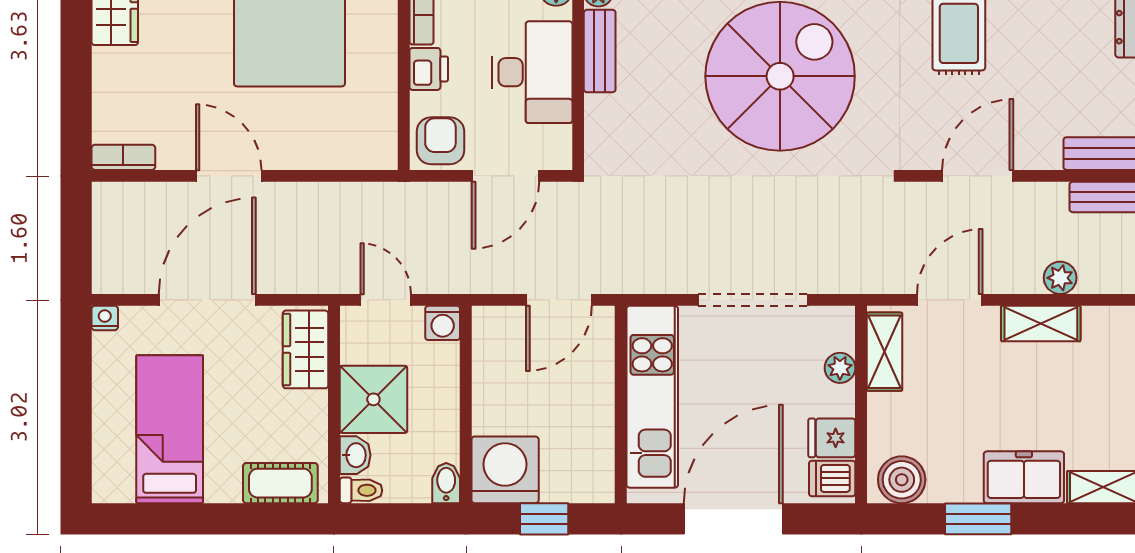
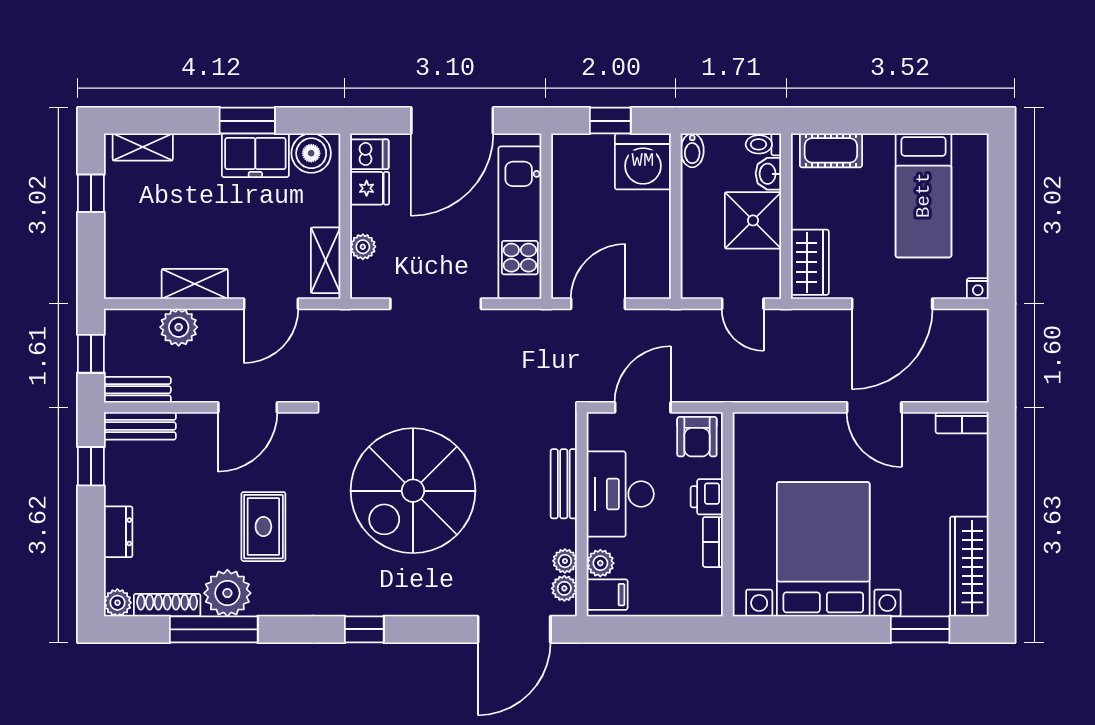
bench: (600, 51) -> (564, 484), moved
plant: (1060, 278) -> (179, 327), width x1.38, depth x1.38
washing machine: (443, 323) -> (695, 284), removed
freezer: (1024, 477) -> (255, 155), moved

